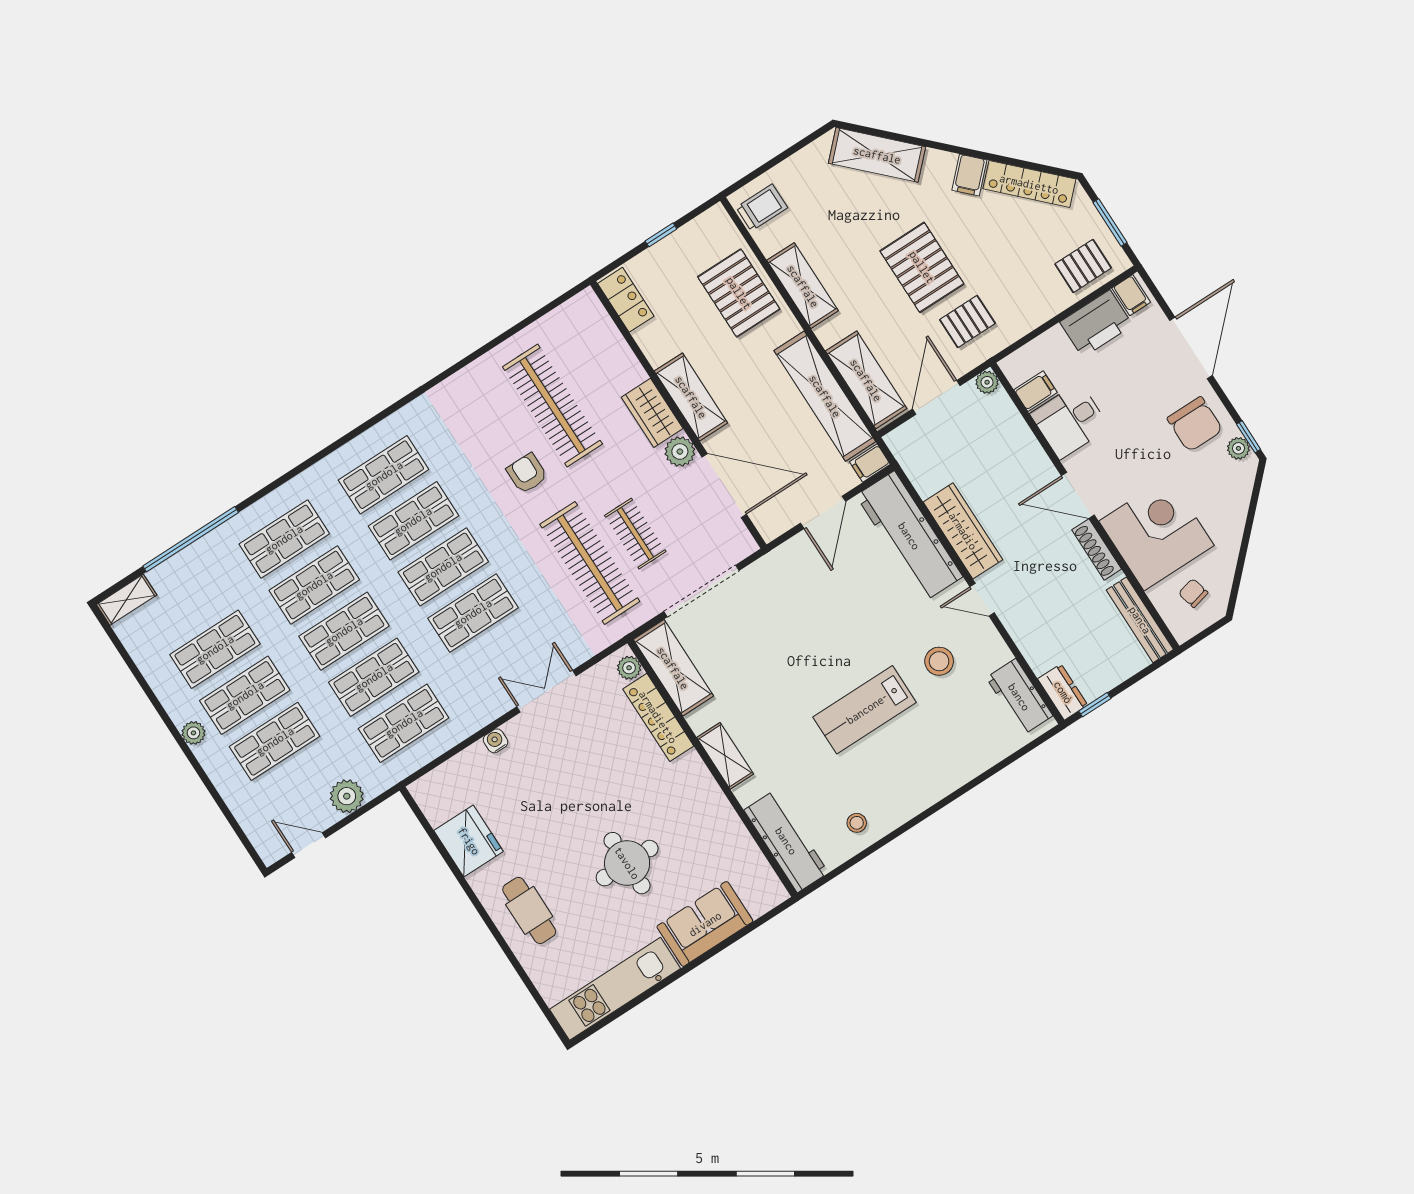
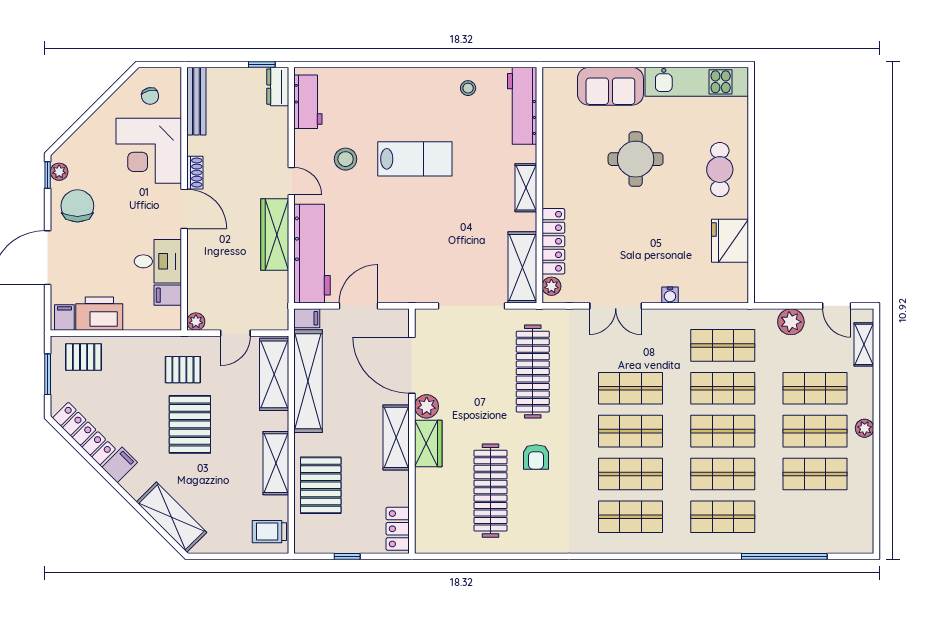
door: (936, 397) -> (235, 333), width x0.73
clothes rail: (635, 534) -> (491, 372), removed
shoe rack: (1097, 549) -> (195, 173), width x0.70
shelving: (127, 600) -> (864, 344), moved, turned 90

